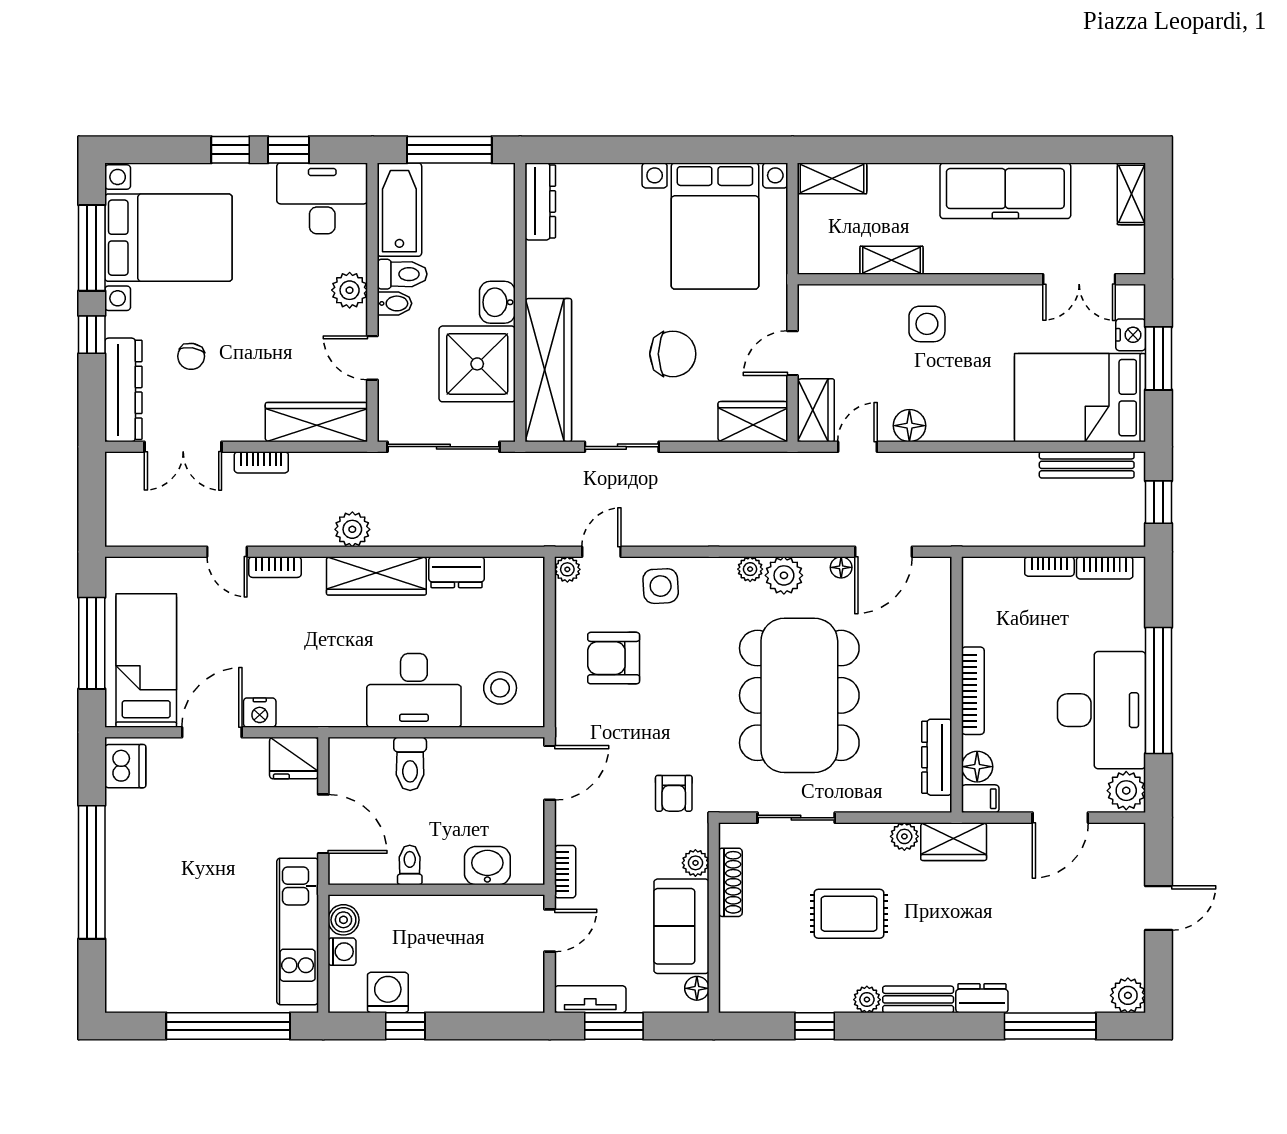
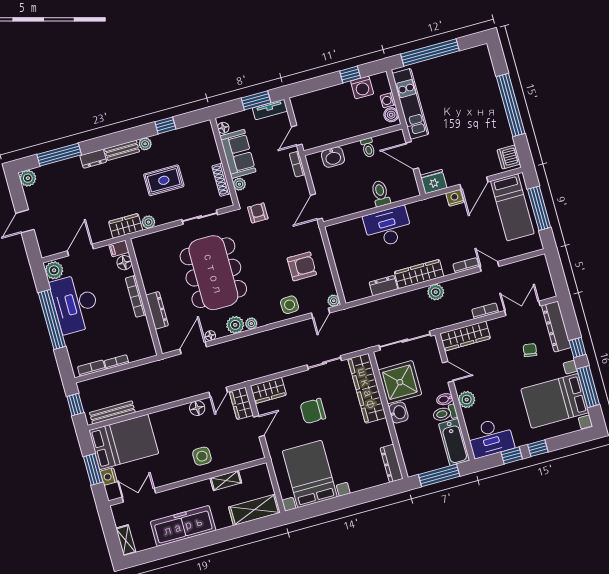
shelving: (832, 178) -> (254, 510), width x1.50, depth x1.33
stool: (500, 688) -> (349, 239), removed
dresser: (937, 757) -> (157, 310), moved

